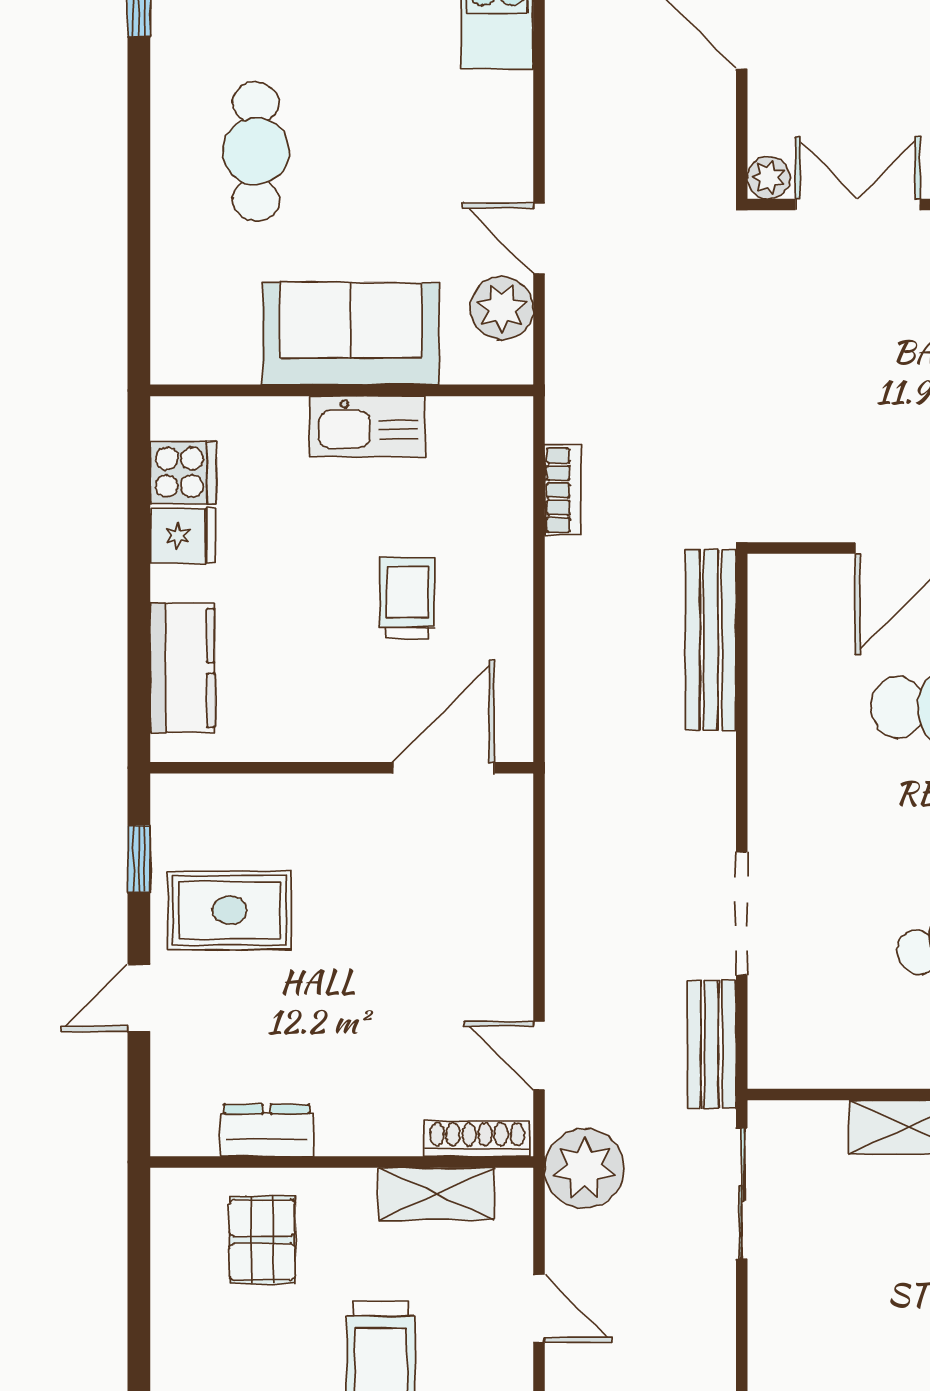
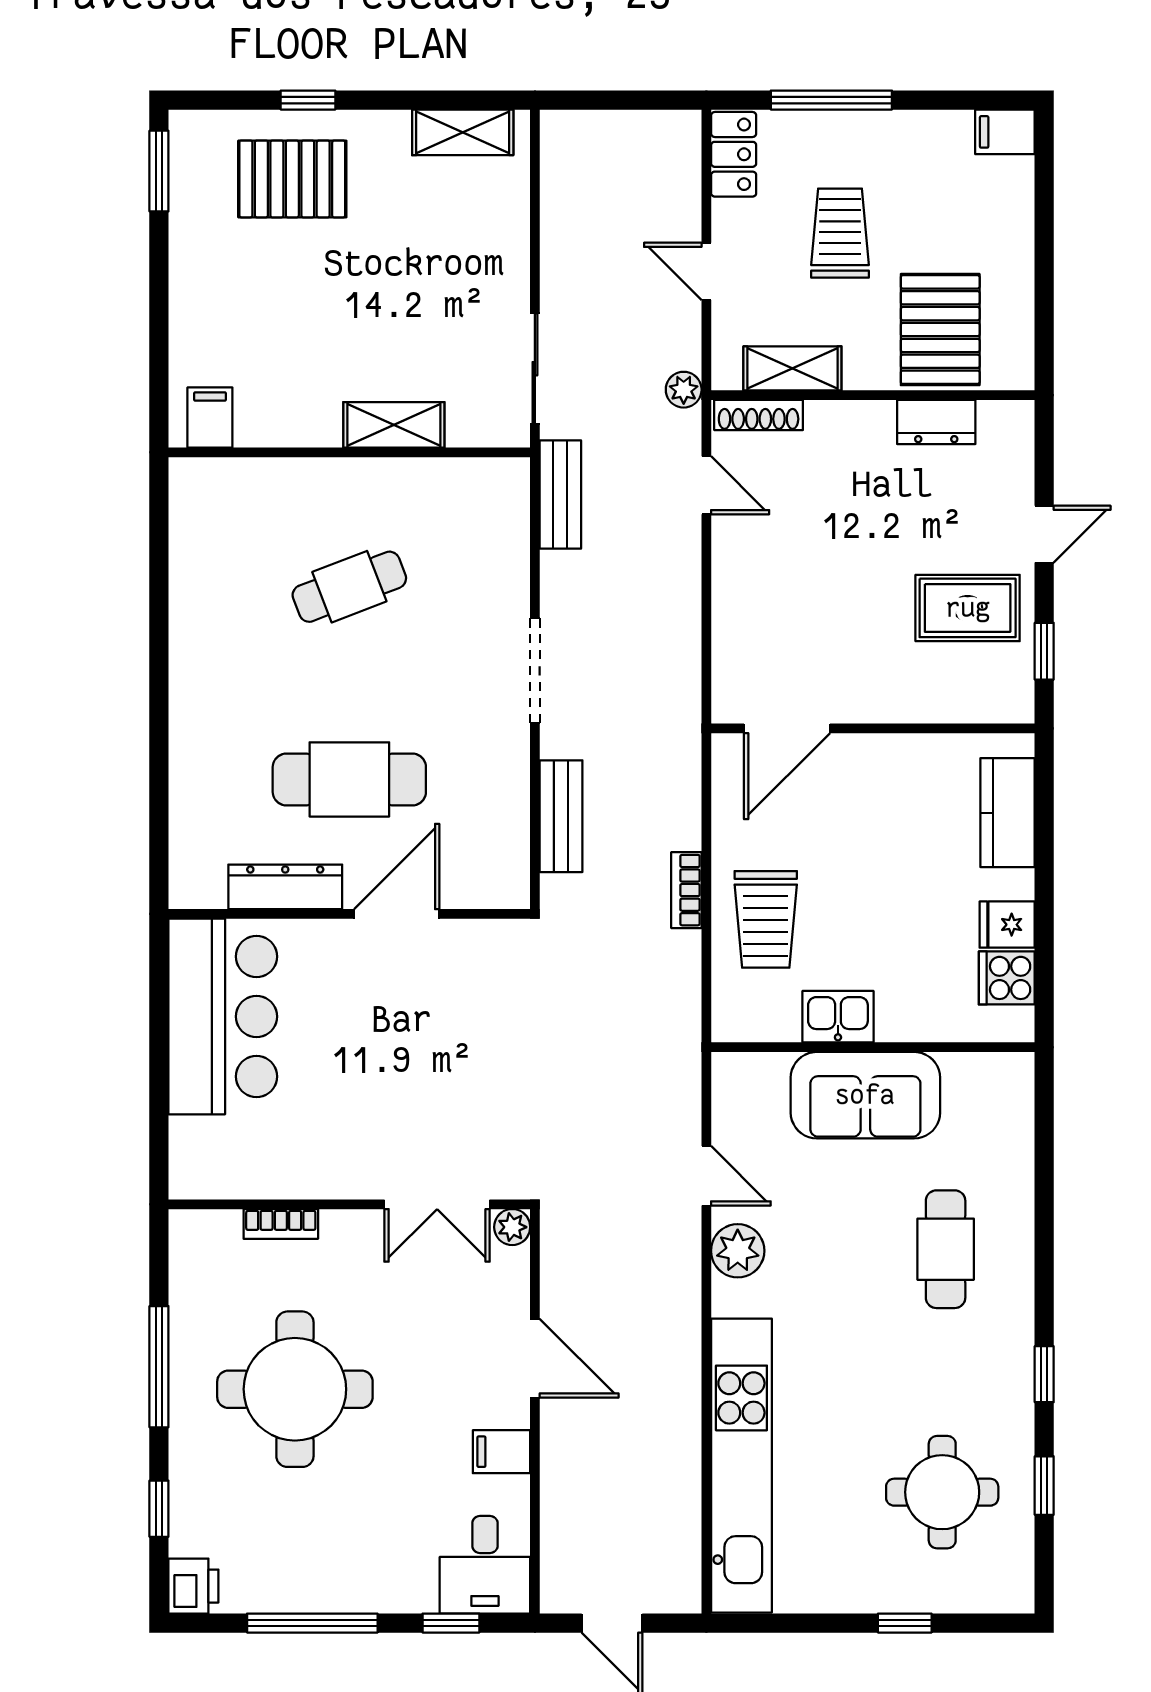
plant: (502, 308) -> (738, 1251), moved
kitchen sink: (367, 426) -> (838, 1017), width x0.73
bookcase: (563, 490) -> (686, 890), moved
trolley: (407, 598) -> (766, 919), moved, width x1.36, depth x1.39
bench: (711, 640) -> (561, 816), width x0.73
doorway: (742, 913) -> (535, 670), moved
plant: (584, 1169) -> (684, 390), width x0.53, depth x0.53
pallet: (262, 1240) -> (940, 330), width x1.50, depth x1.42

